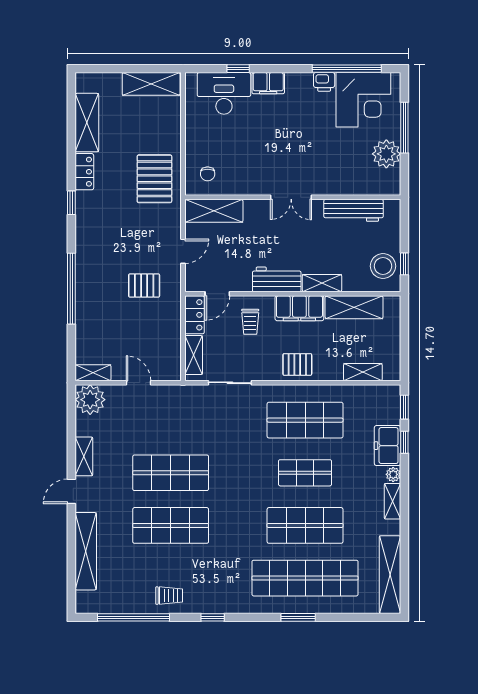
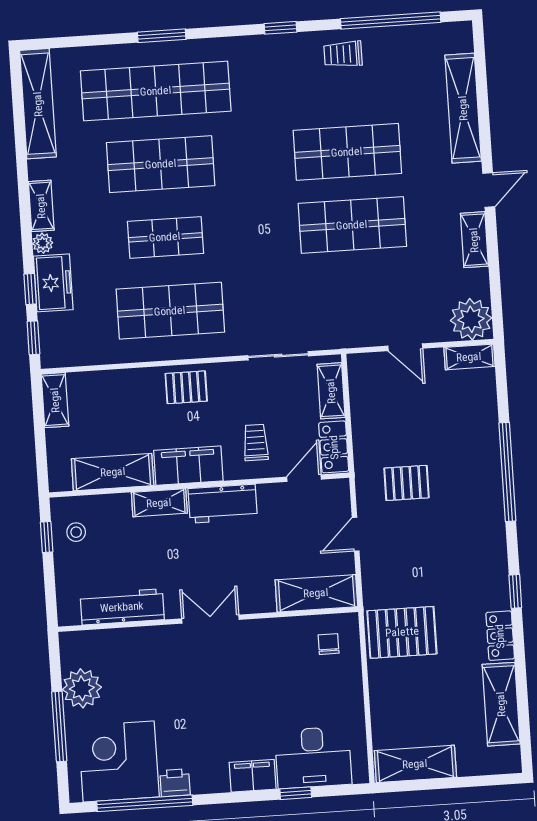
pallet: (154, 179) -> (402, 632), turned 90
stool: (383, 266) -> (76, 532), width x0.53, depth x0.53
shelving: (363, 372) -> (55, 400), moved, turned 90

